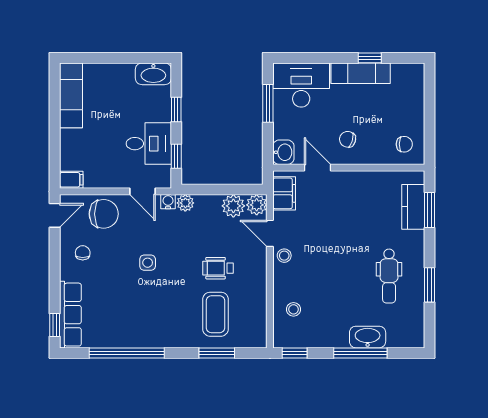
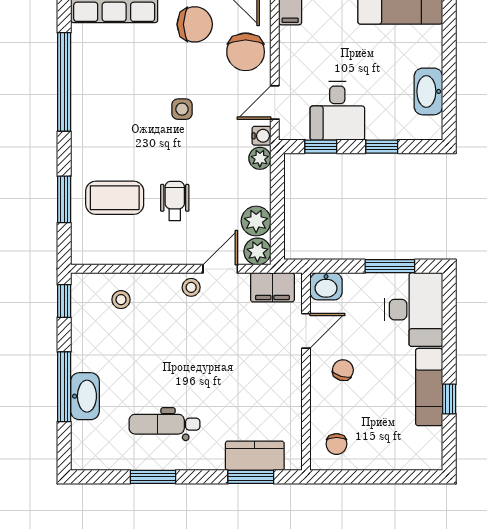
washbasin: (153, 74) -> (428, 91), moved
chair: (83, 253) -> (195, 24), width x1.87, depth x1.87

